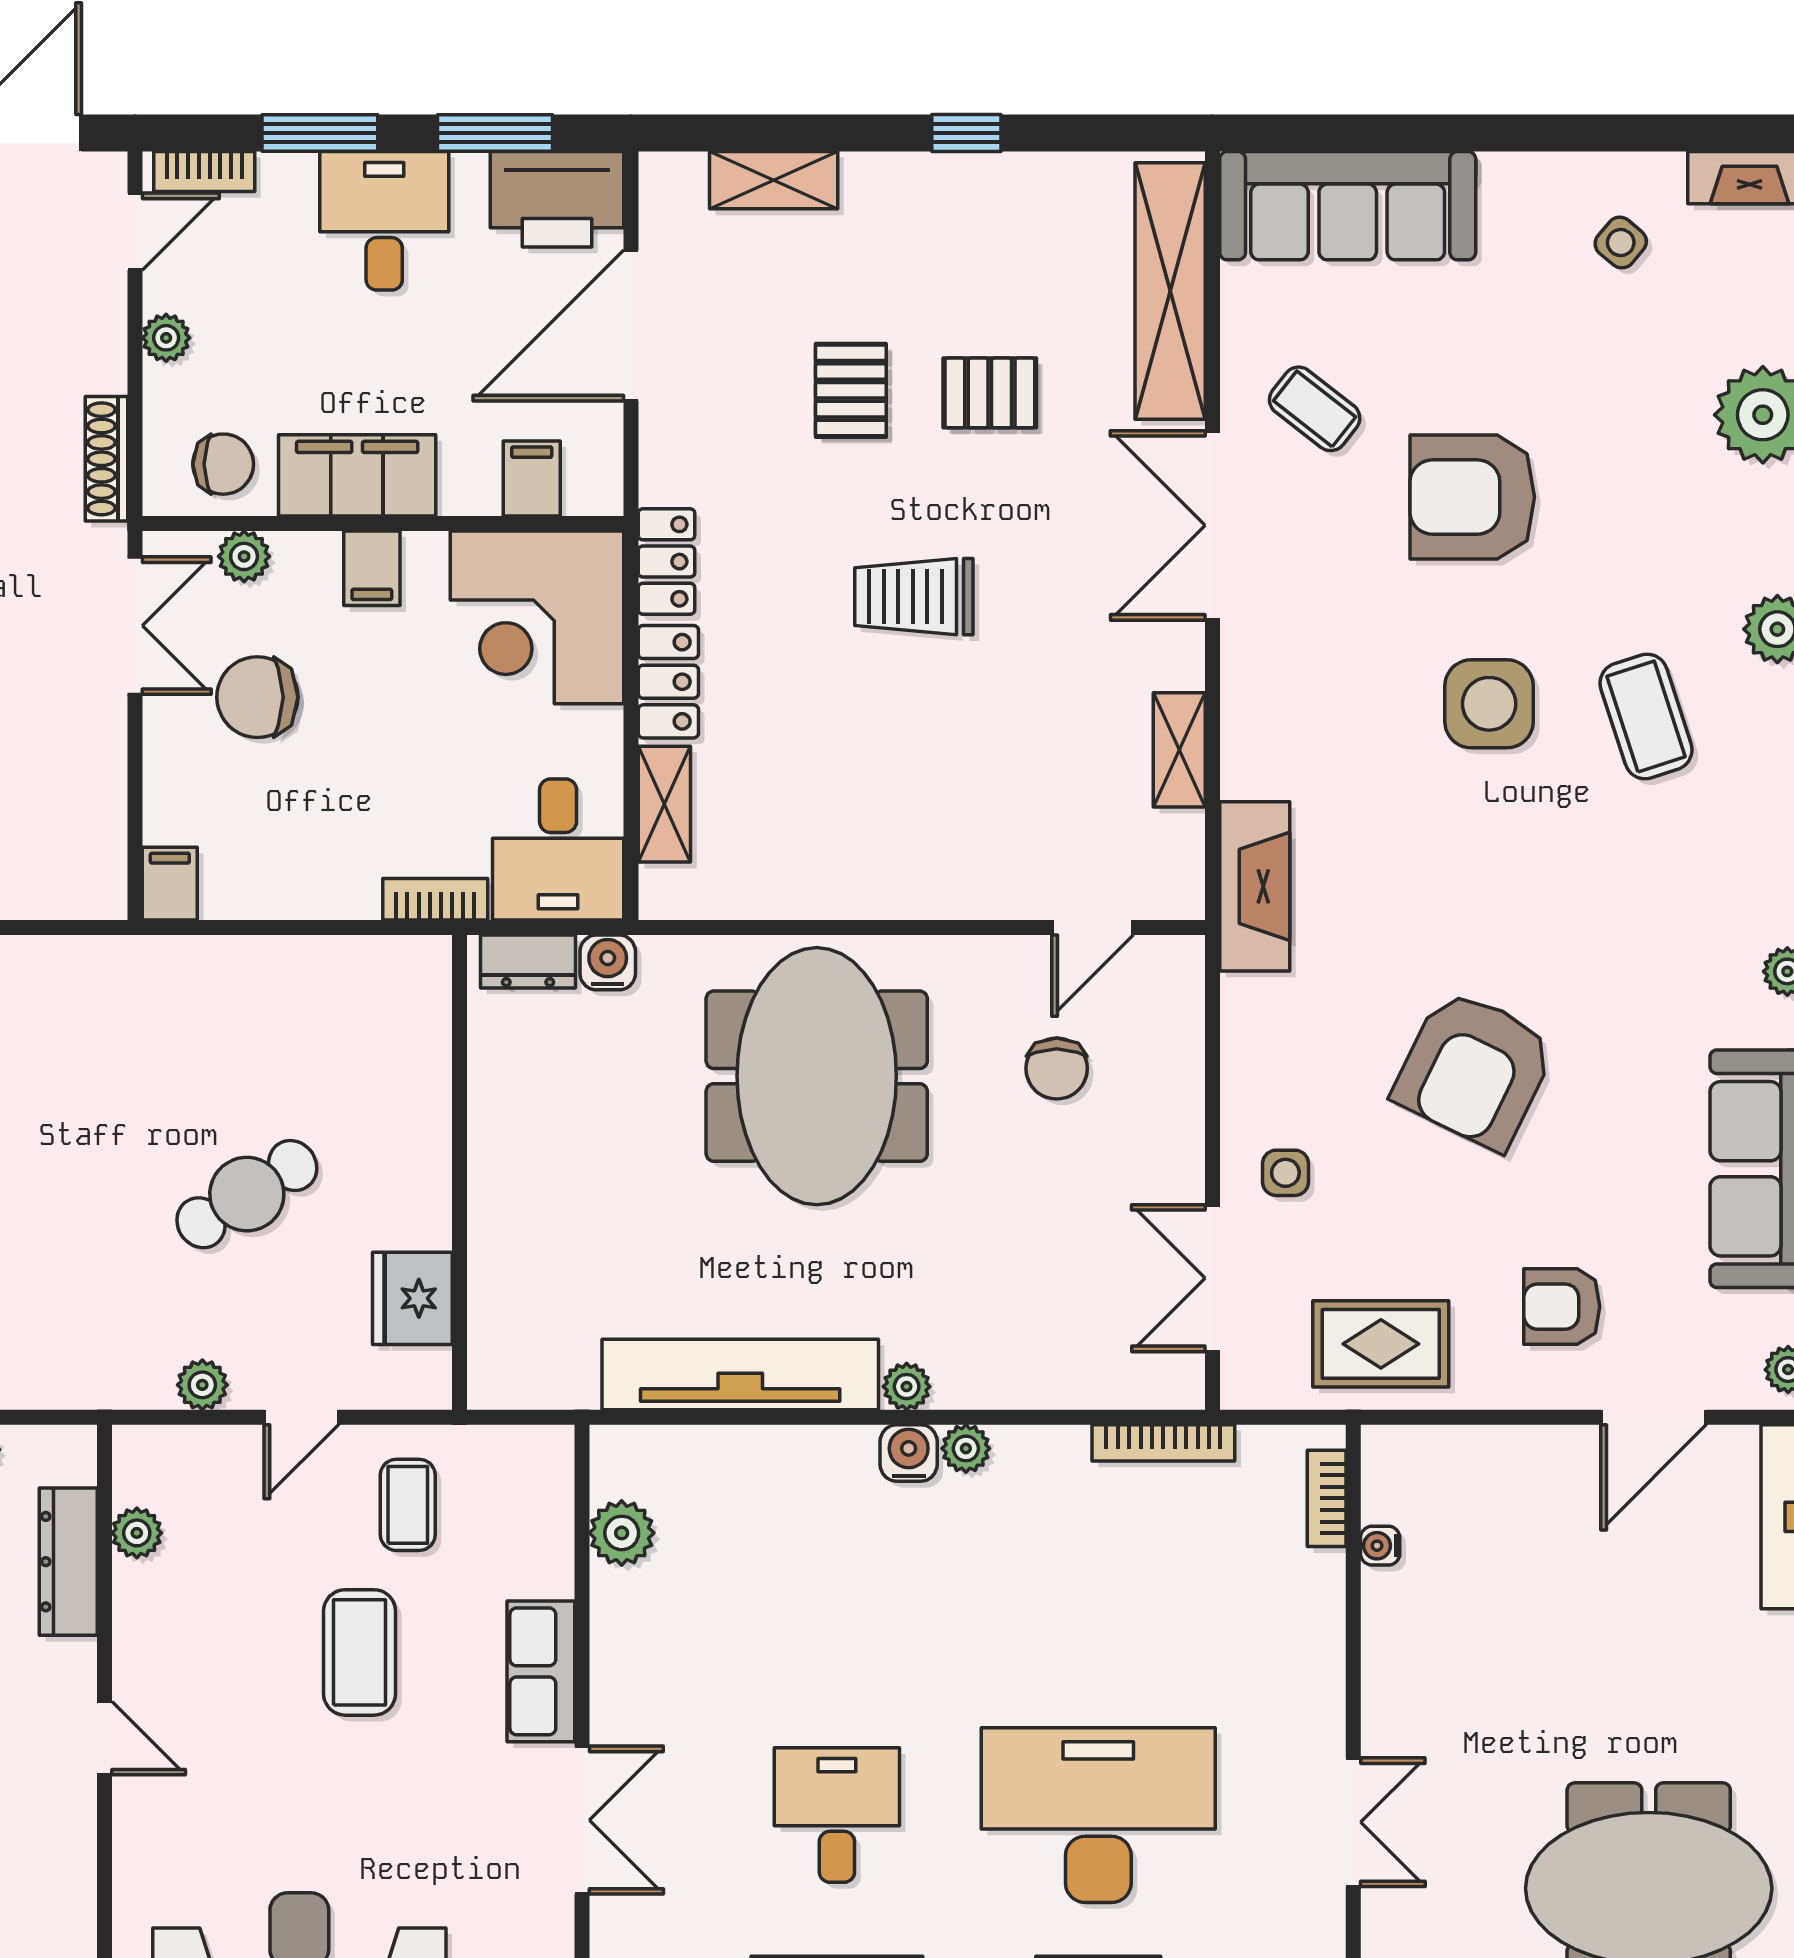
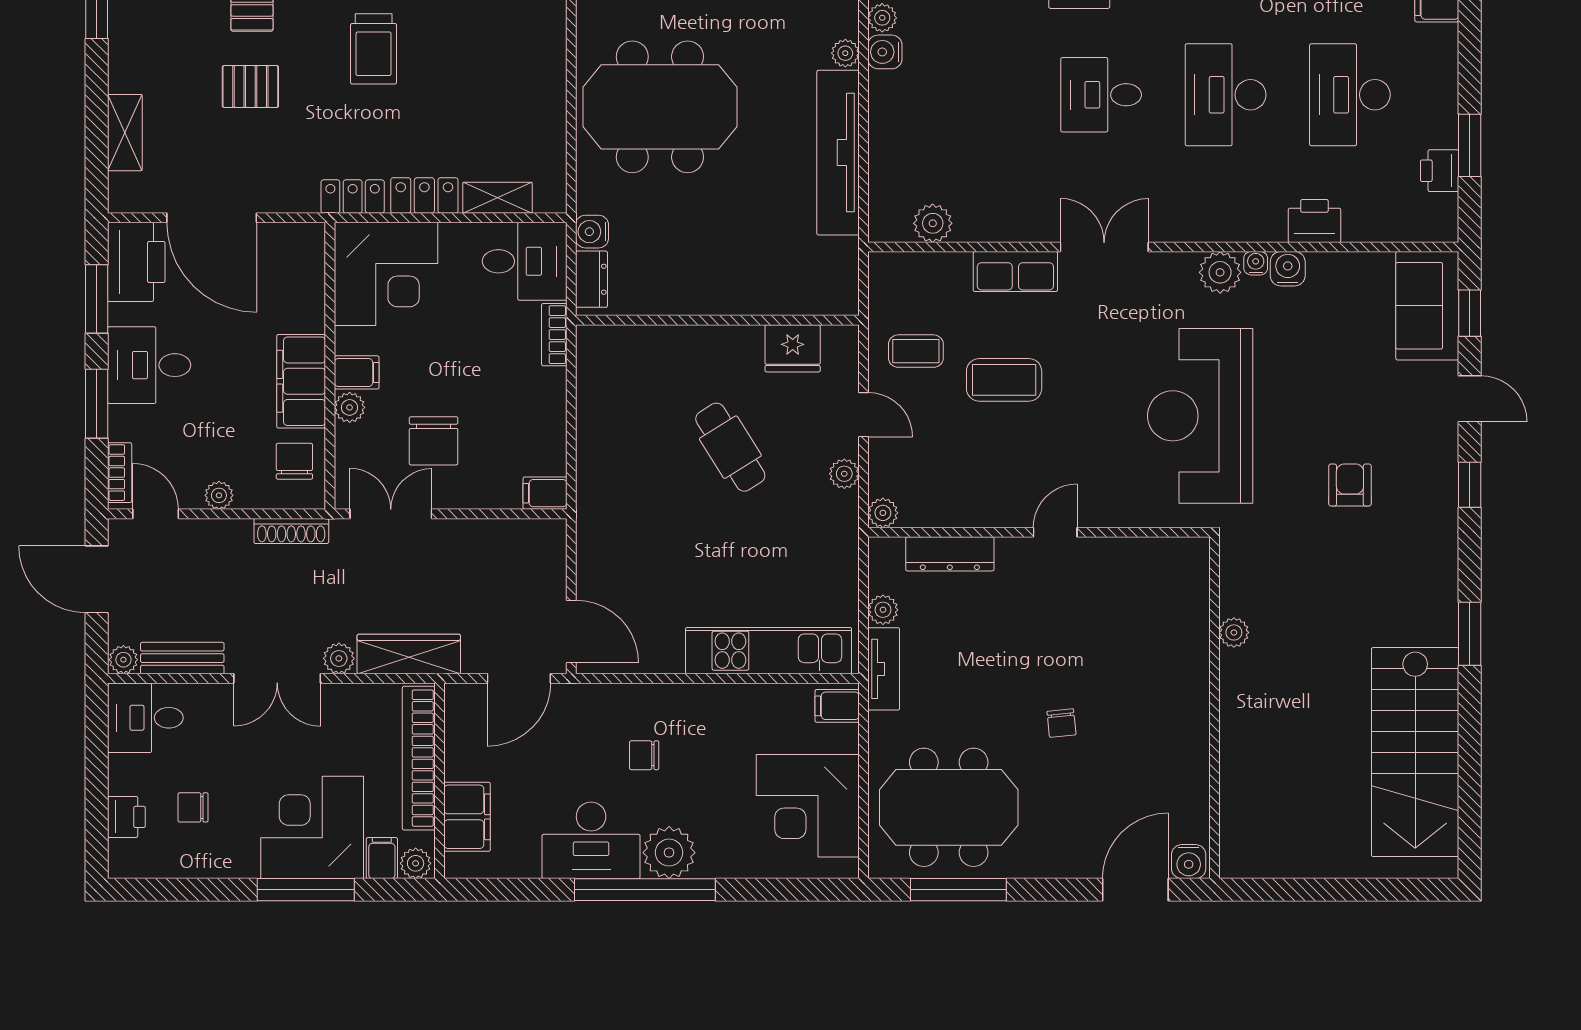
filing cabinet: (532, 478) -> (303, 277), removed
plant: (244, 556) -> (350, 407), moved
plant: (137, 1533) -> (883, 513), moved

